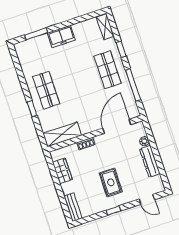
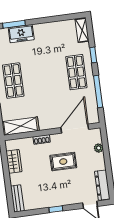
freezer: (61, 36) -> (21, 34), moved
dresser: (150, 161) -> (102, 185), moved
rug: (111, 182) -> (63, 162), moved, turned 90

